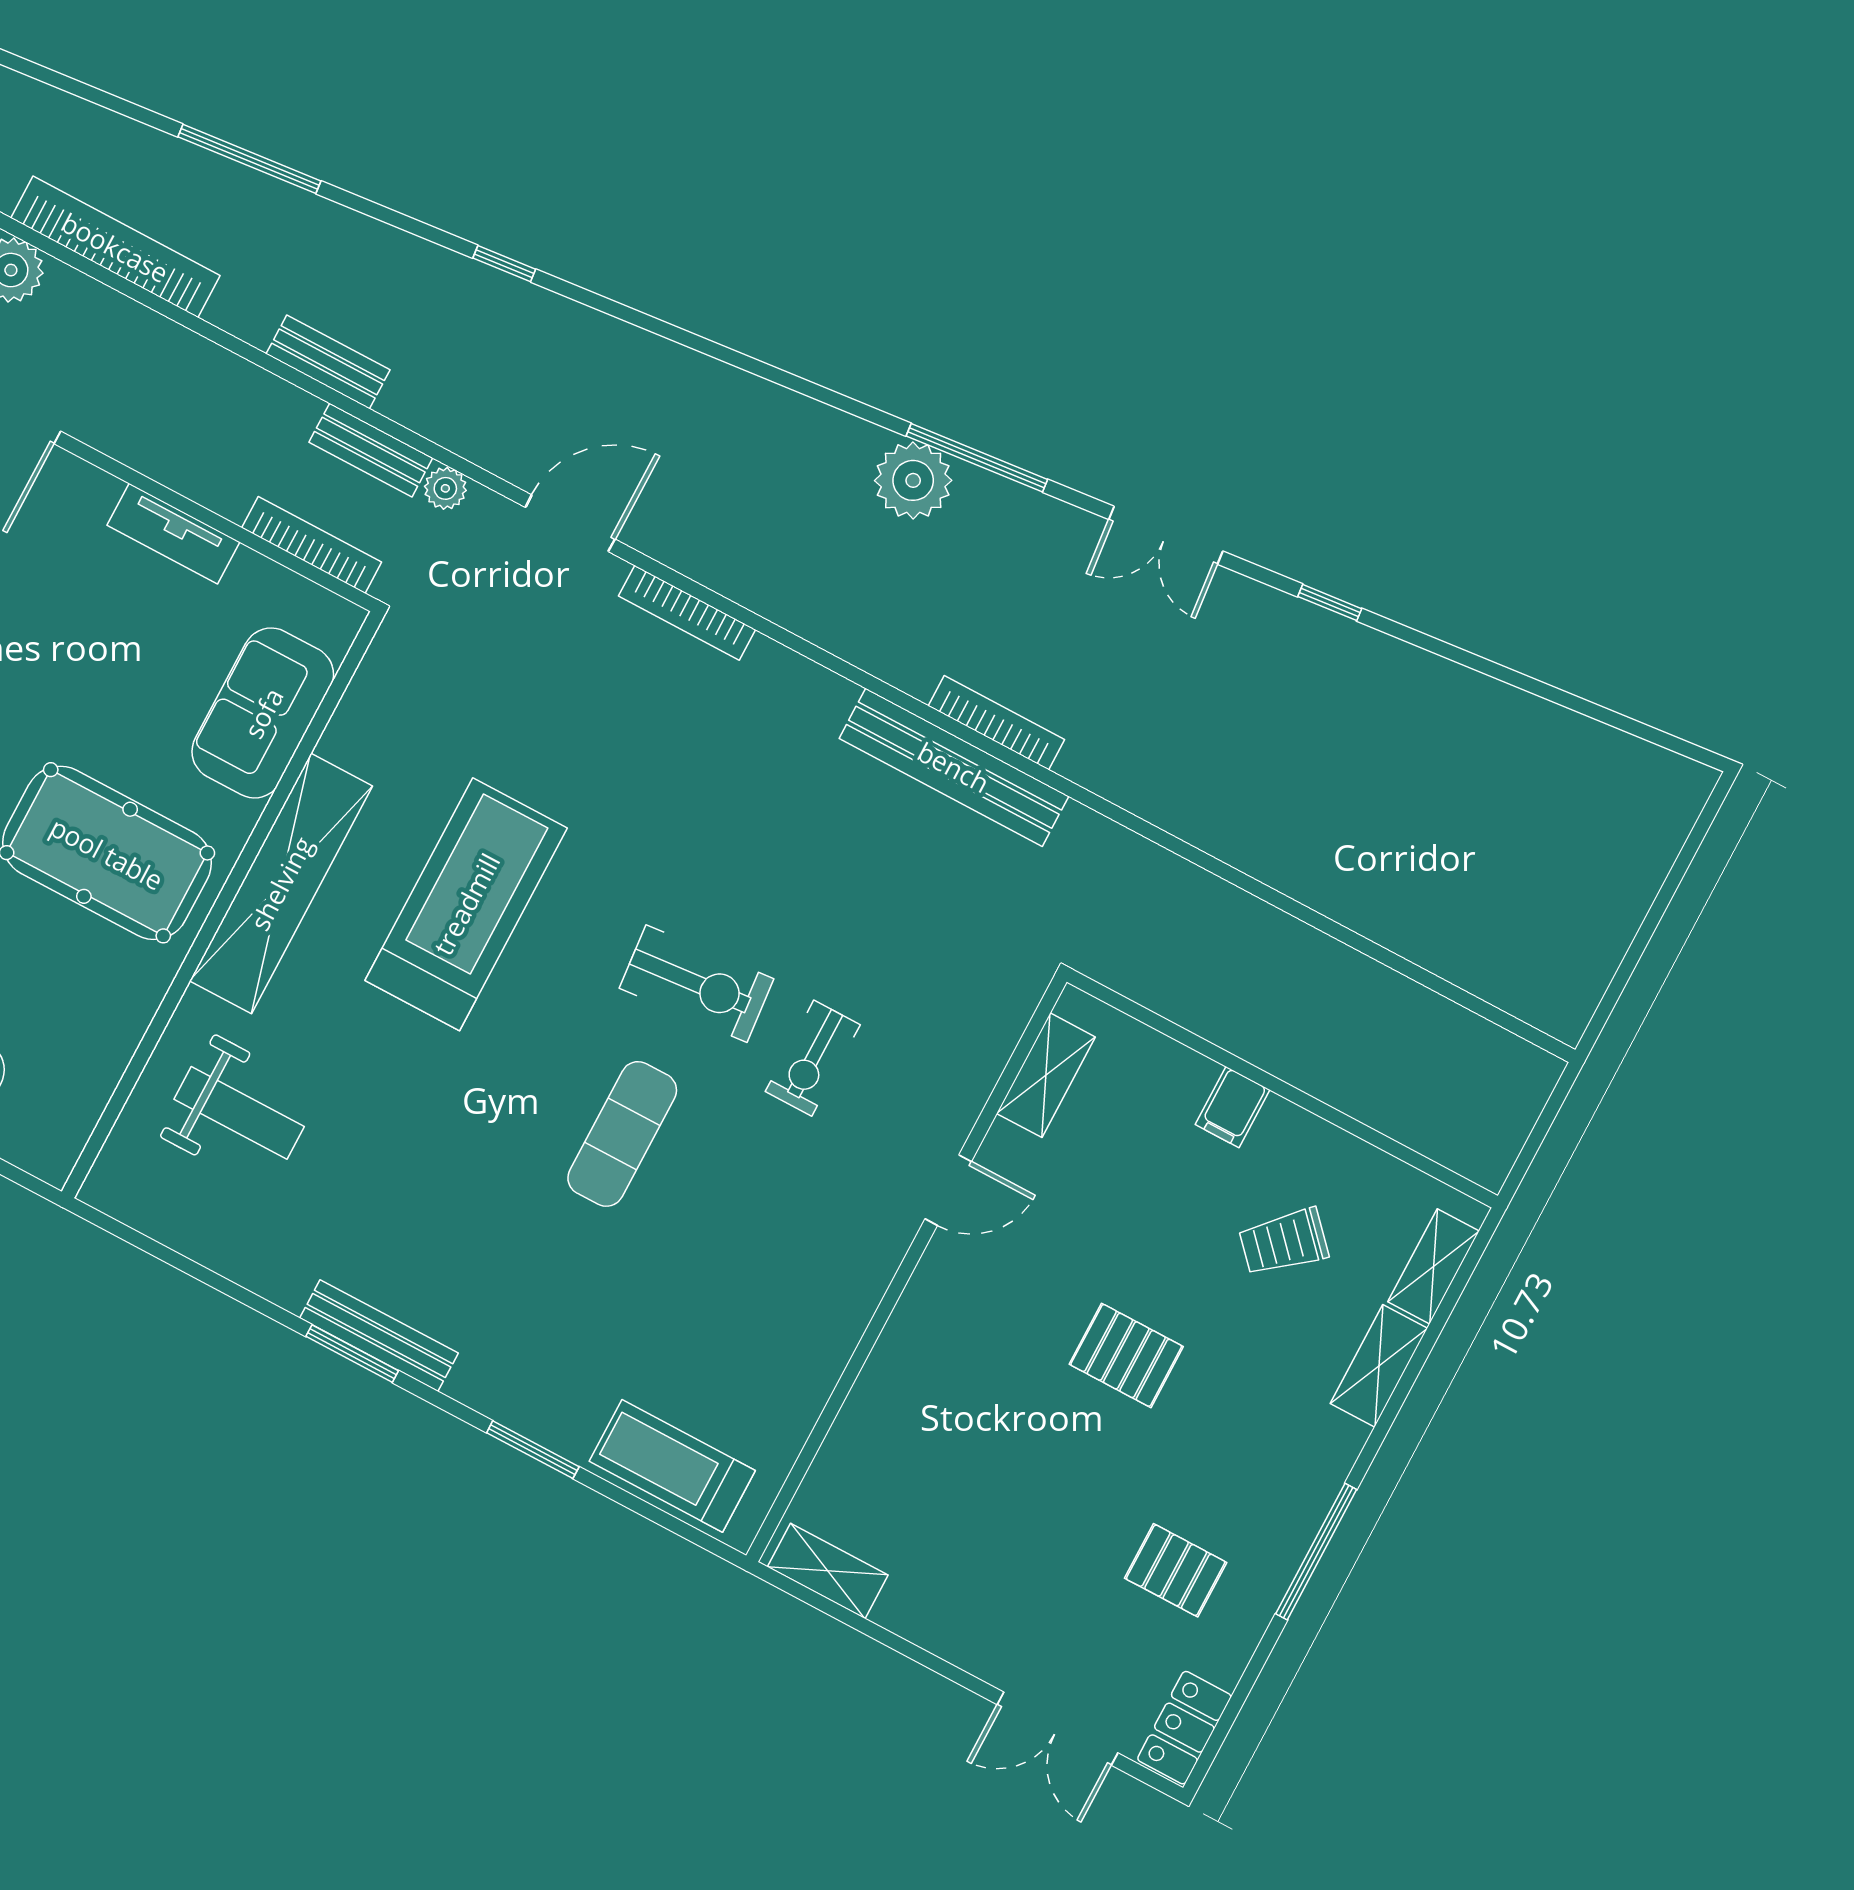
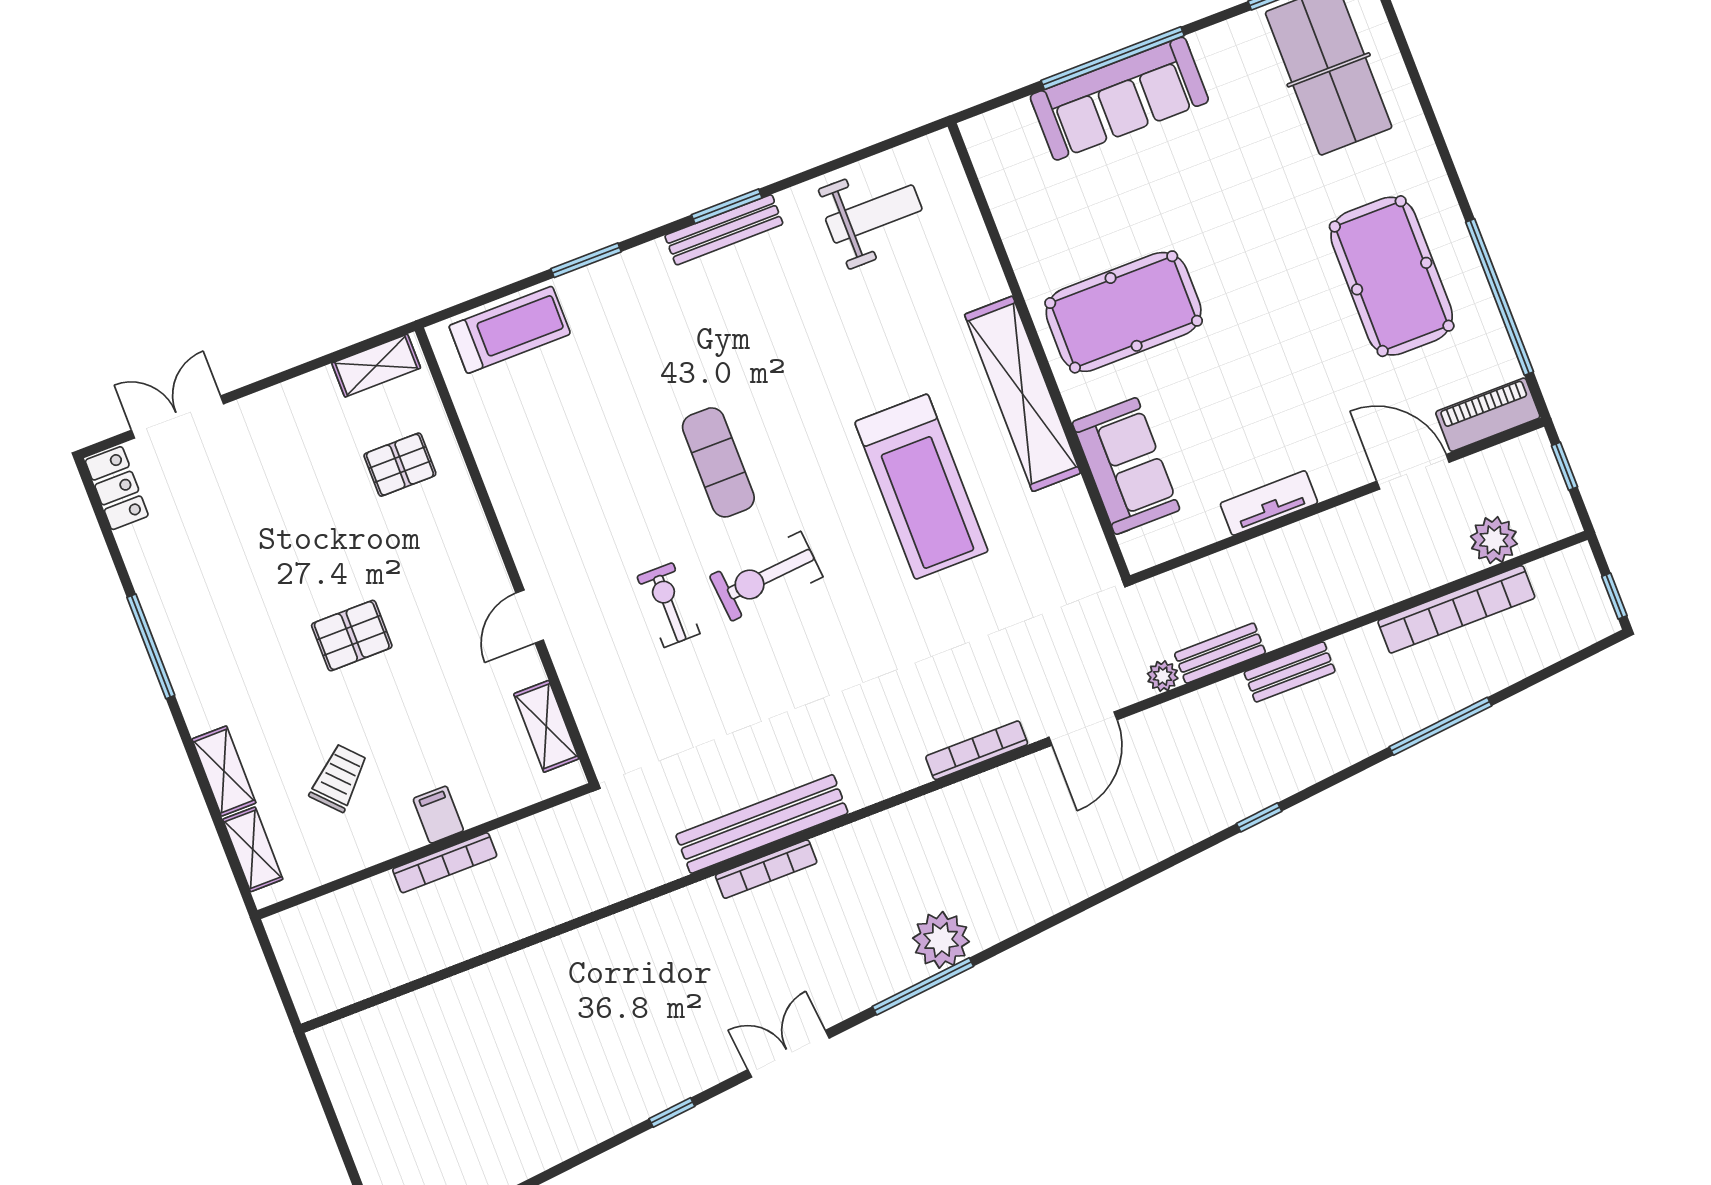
bookcase: (312, 545) -> (445, 863), moved
weight bench: (239, 1113) -> (874, 214), moved, turned 180
pallet: (1176, 1570) -> (400, 465), moved

